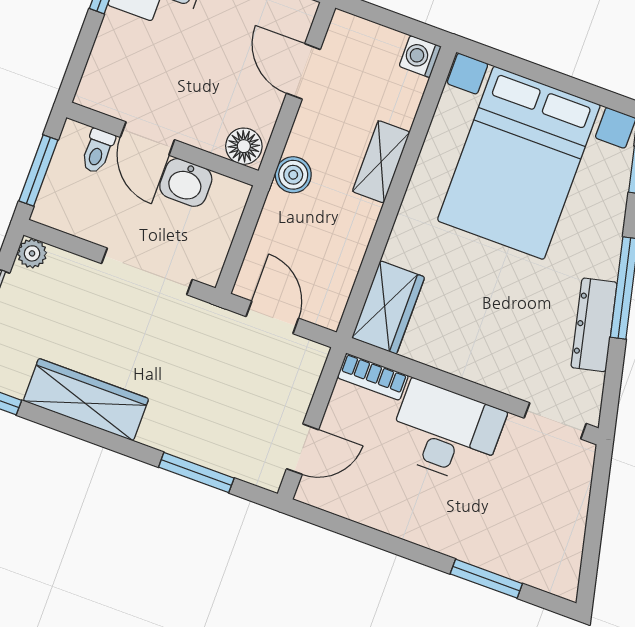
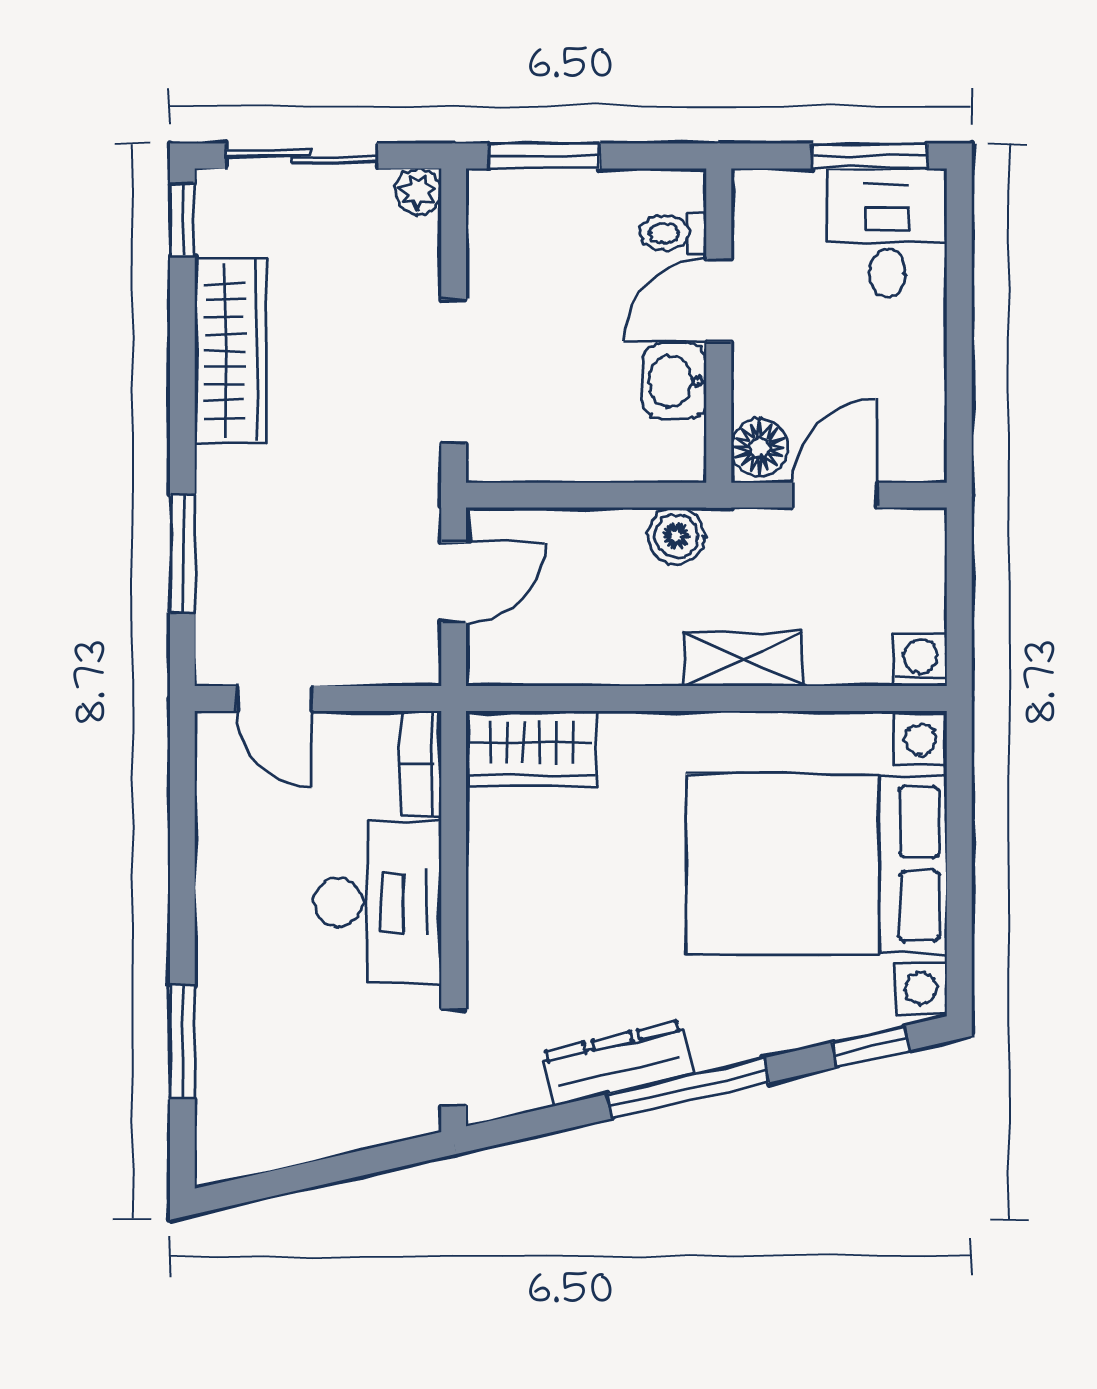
door: (147, 139) -> (719, 300), moved
wall: (162, 144) -> (719, 326), moved
floor lamp: (244, 146) -> (760, 447), moved
toilet: (98, 151) -> (673, 233), moved
washbasin: (186, 182) -> (674, 381), moved

